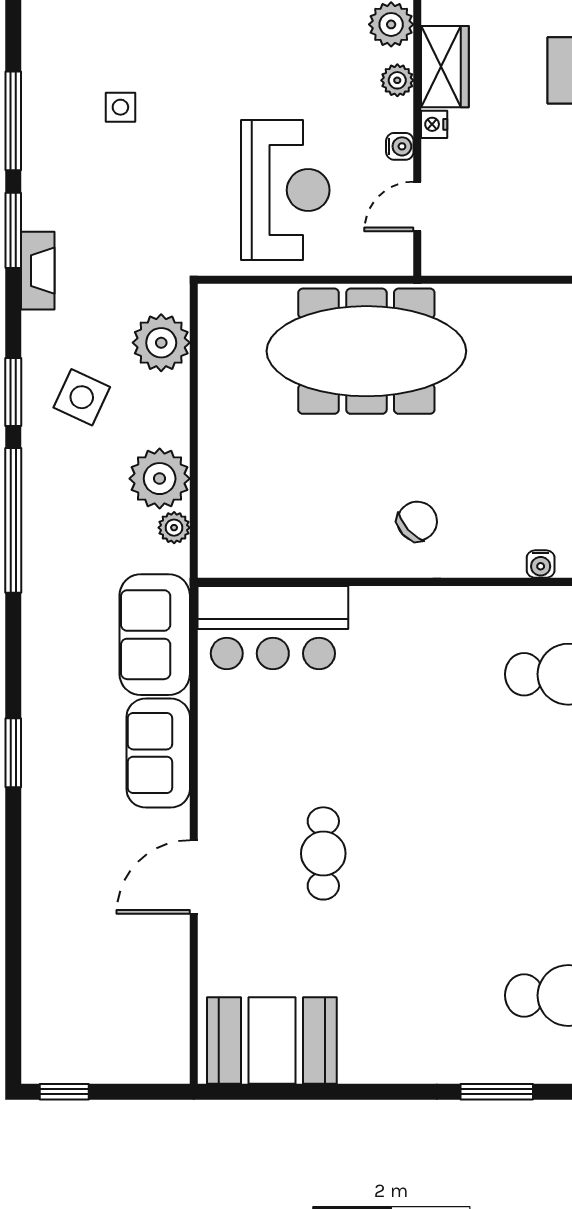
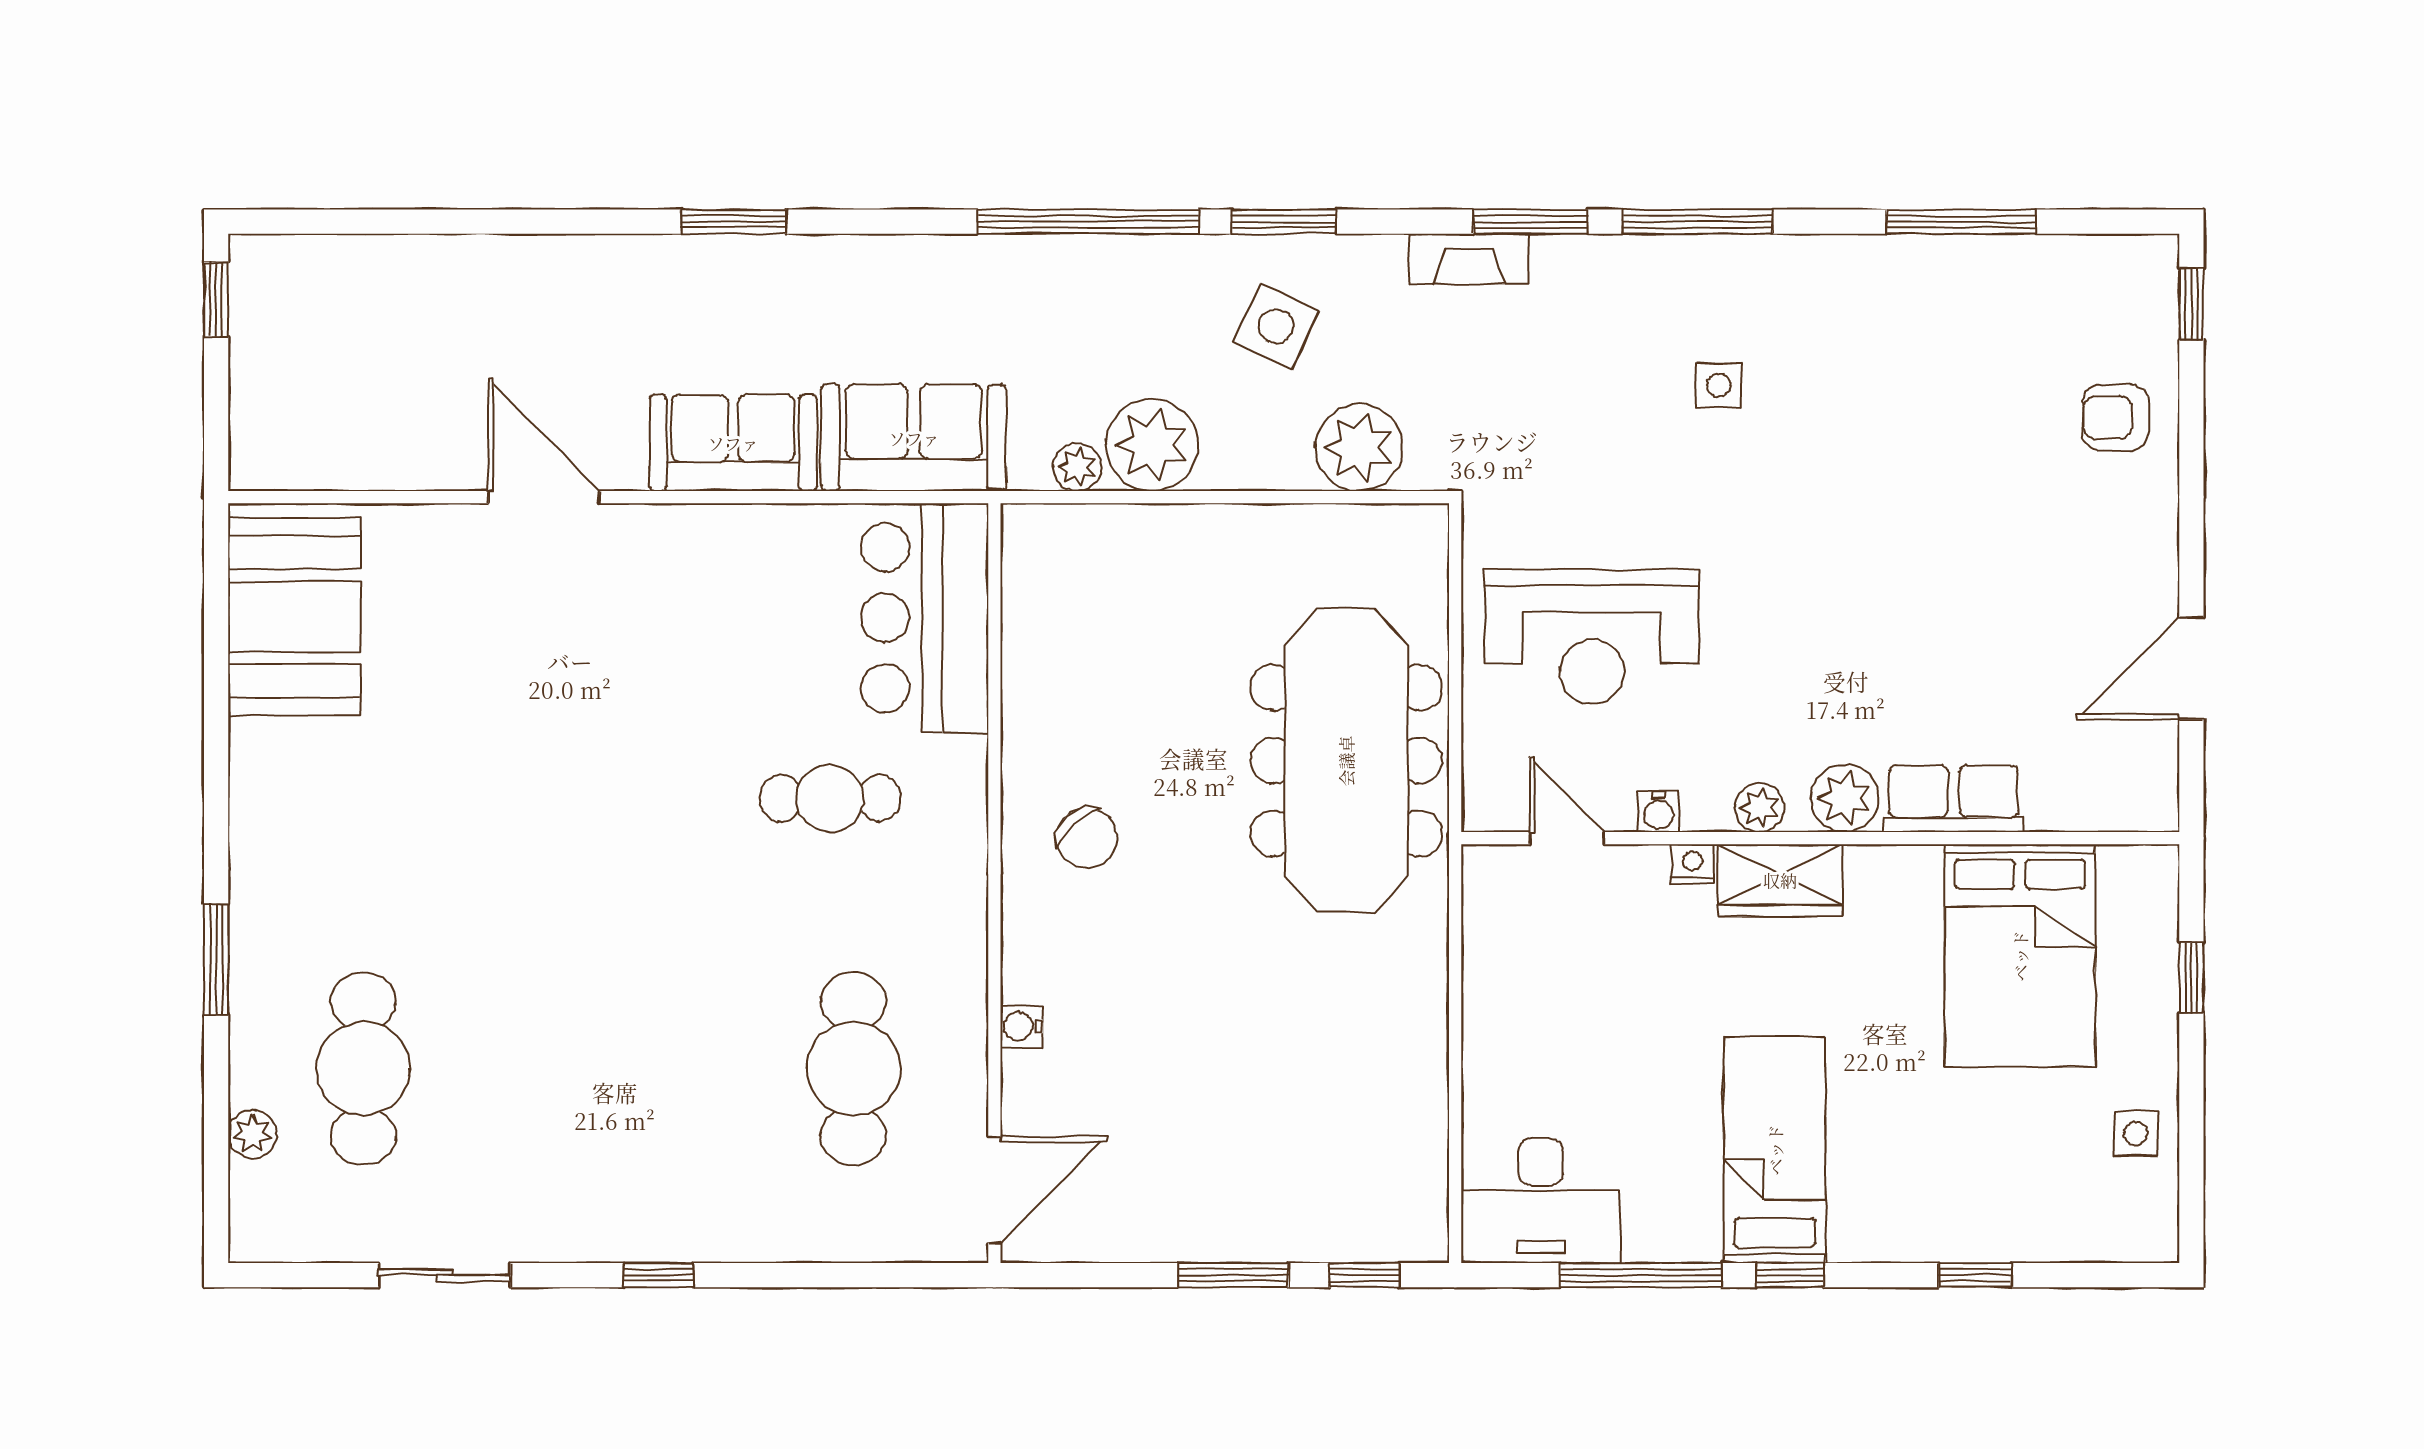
cafe table: (323, 853) -> (830, 798), moved

